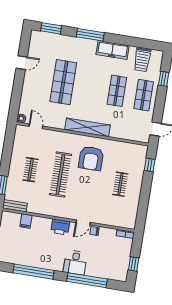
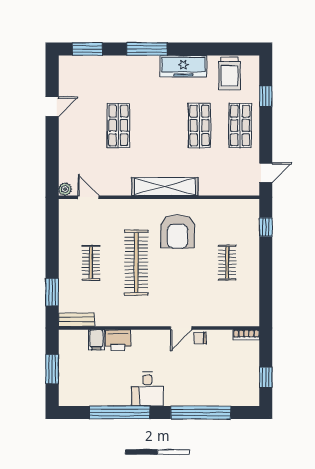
shop shelf: (63, 82) -> (118, 125), width x0.70, depth x0.74
printer: (60, 227) -> (118, 340), moved
desk: (75, 262) -> (147, 389), moved

